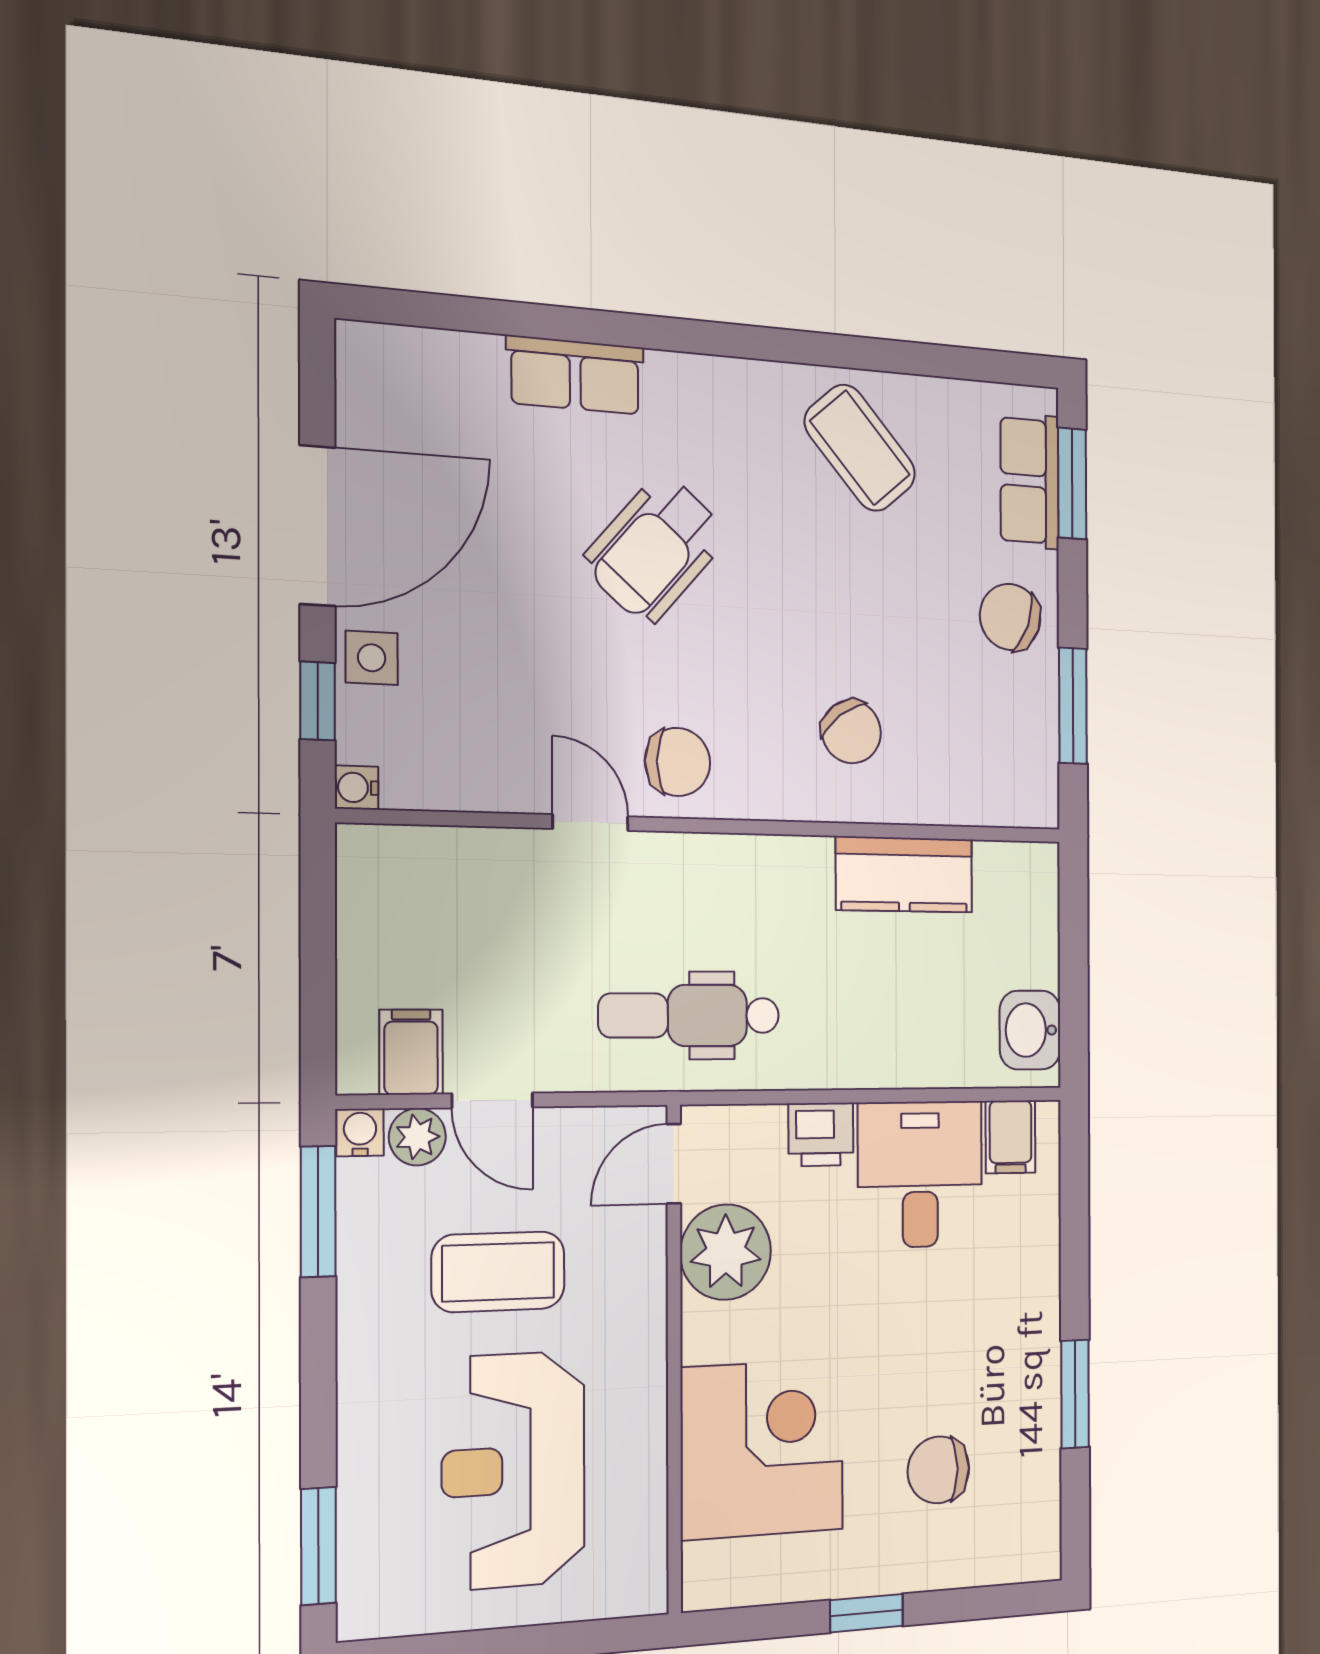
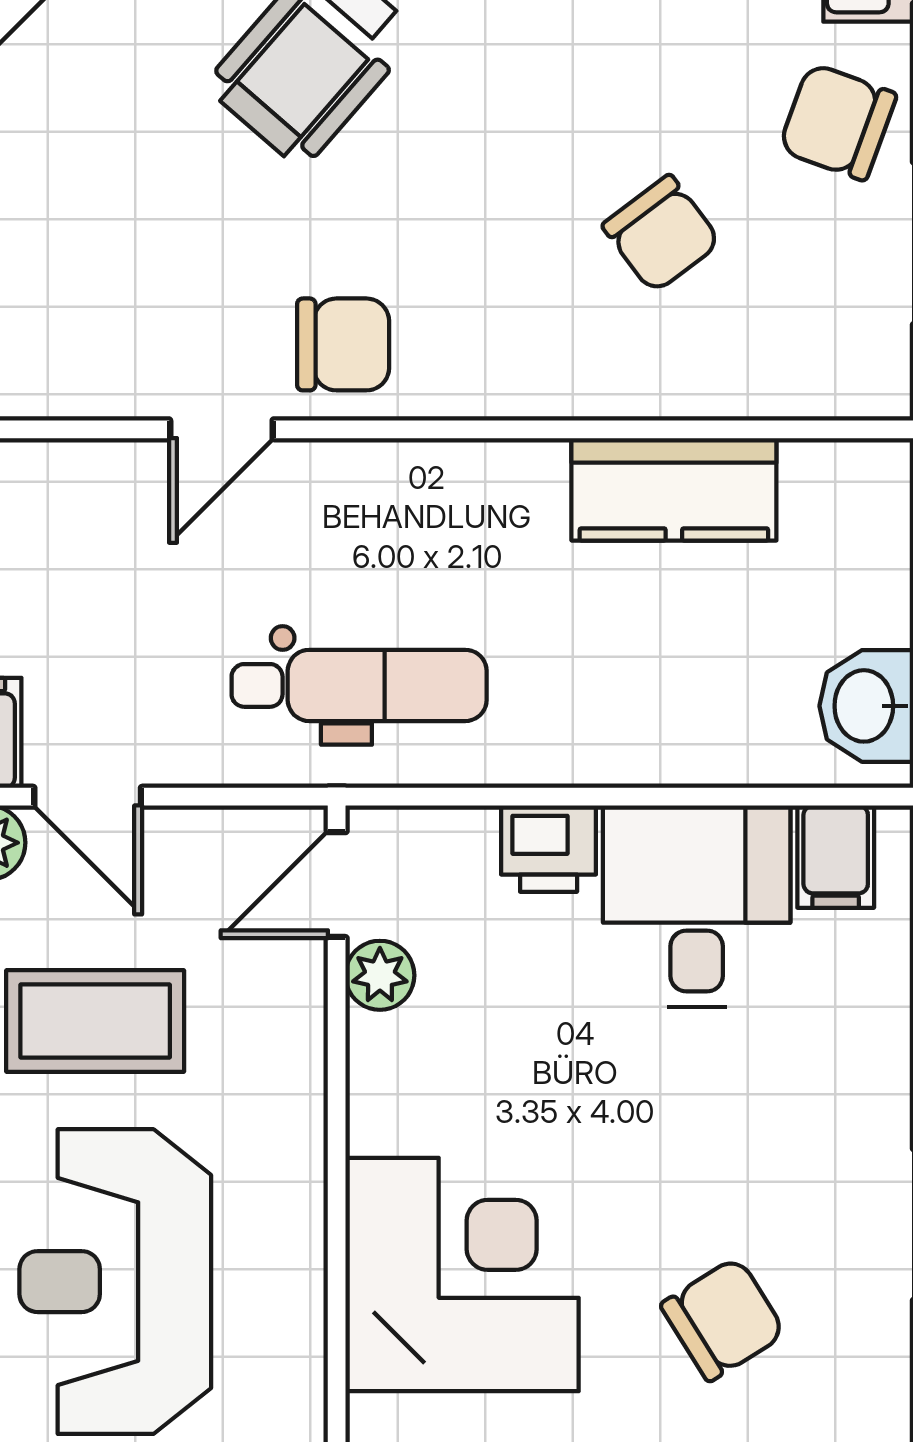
chair: (851, 732) -> (662, 234), moved
door: (590, 823) -> (221, 429), swing flipped
dental chair: (689, 1015) -> (359, 685), turned 180
plant: (726, 1252) -> (380, 975), width x0.53, depth x0.53
chair: (938, 1470) -> (723, 1319), turned 148

